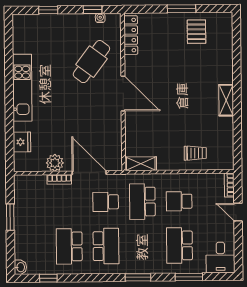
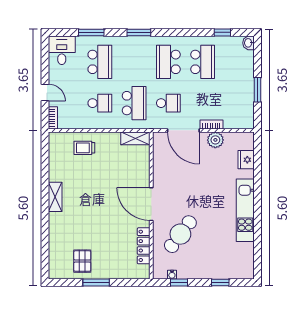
locker: (131, 35) -> (144, 246), moved

